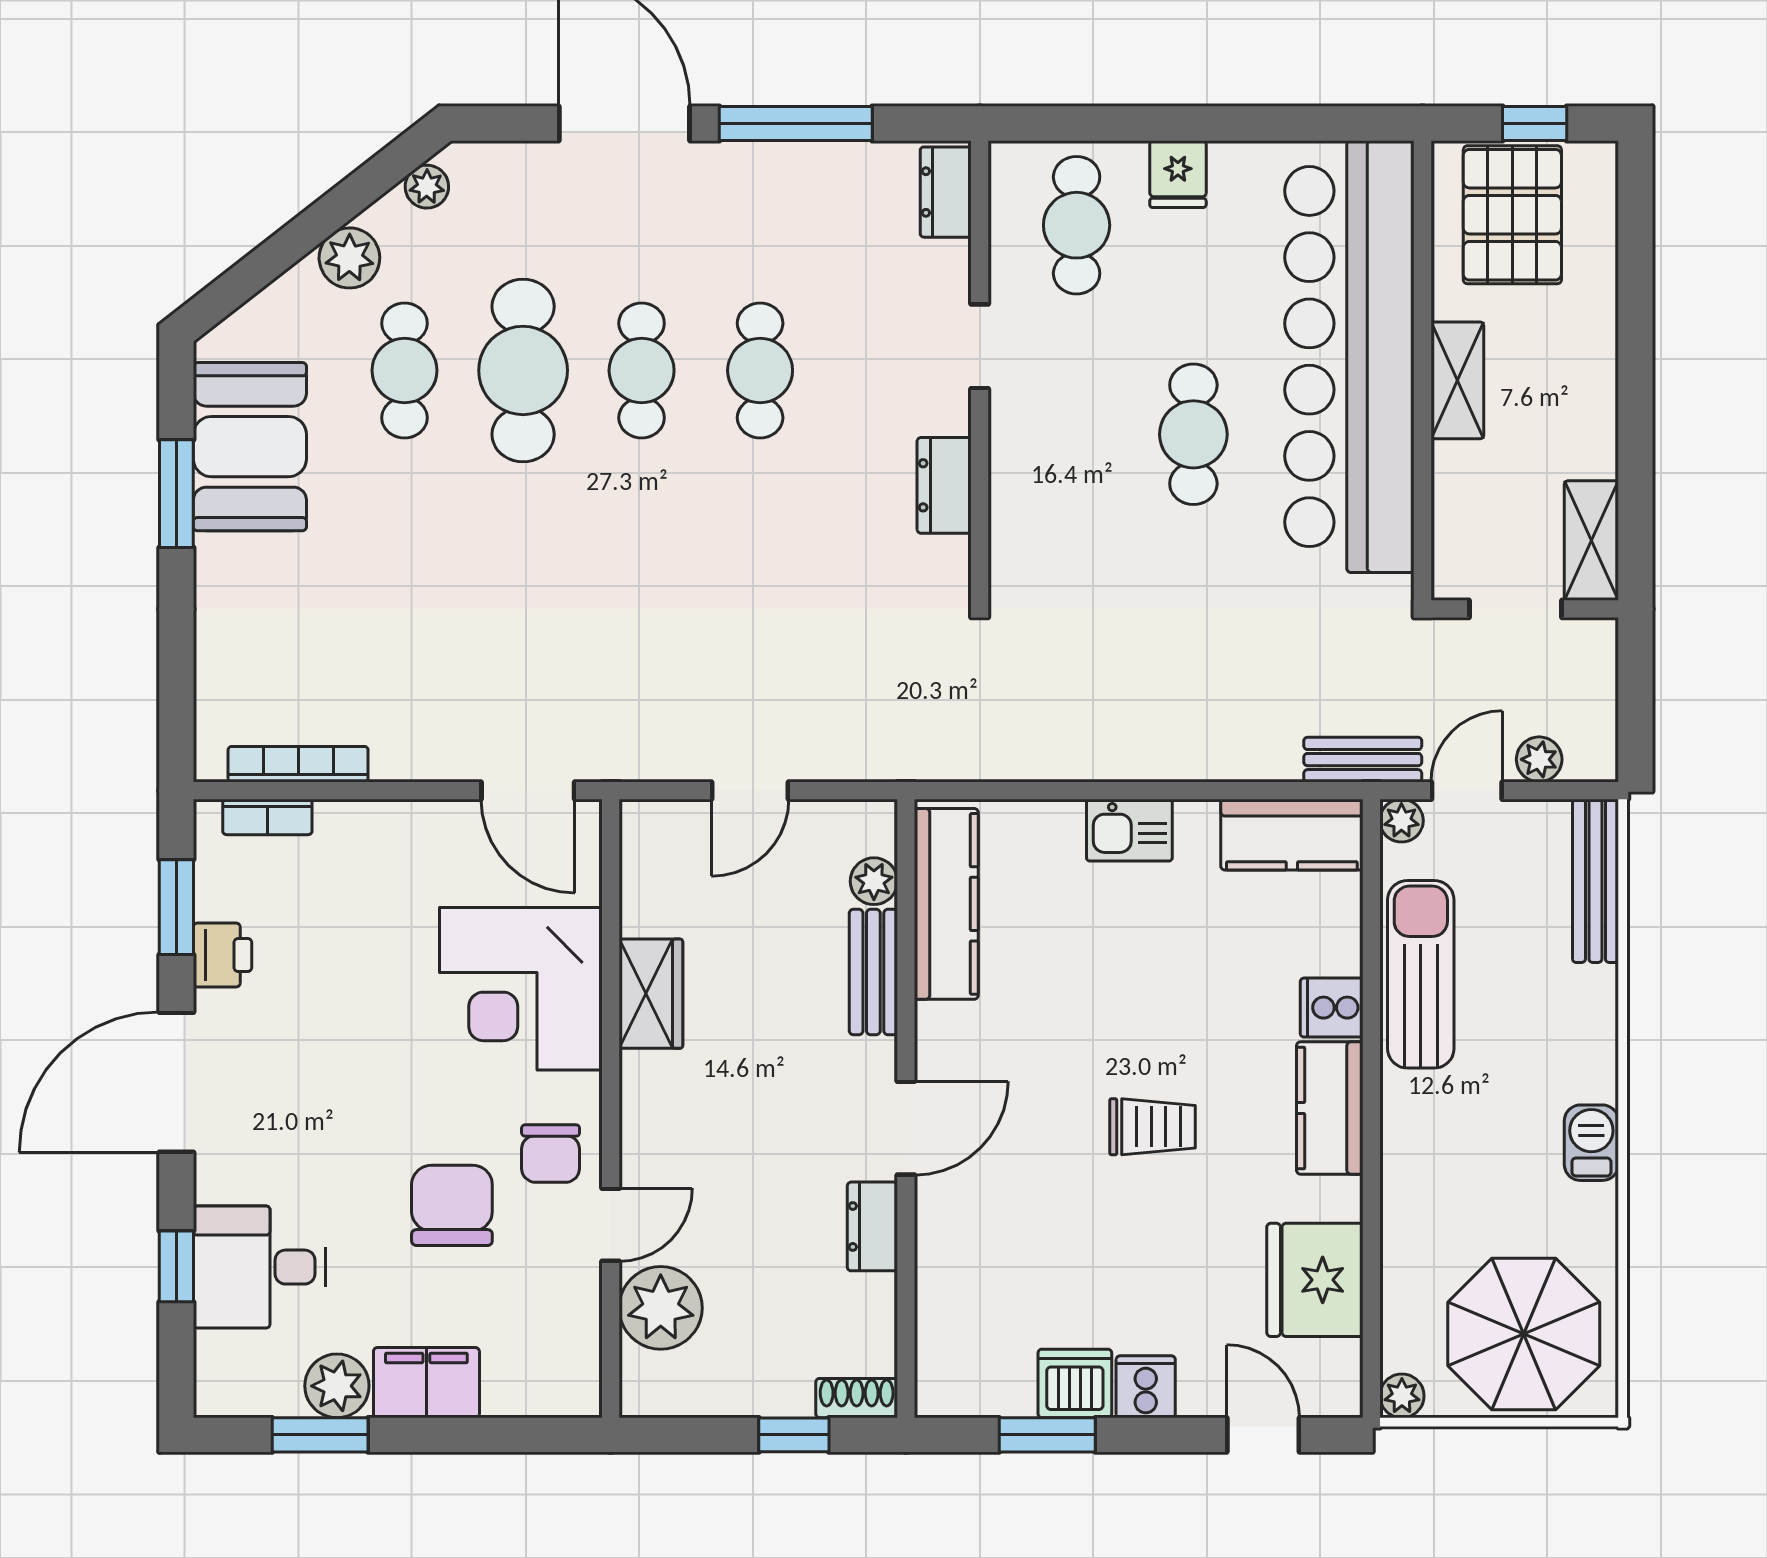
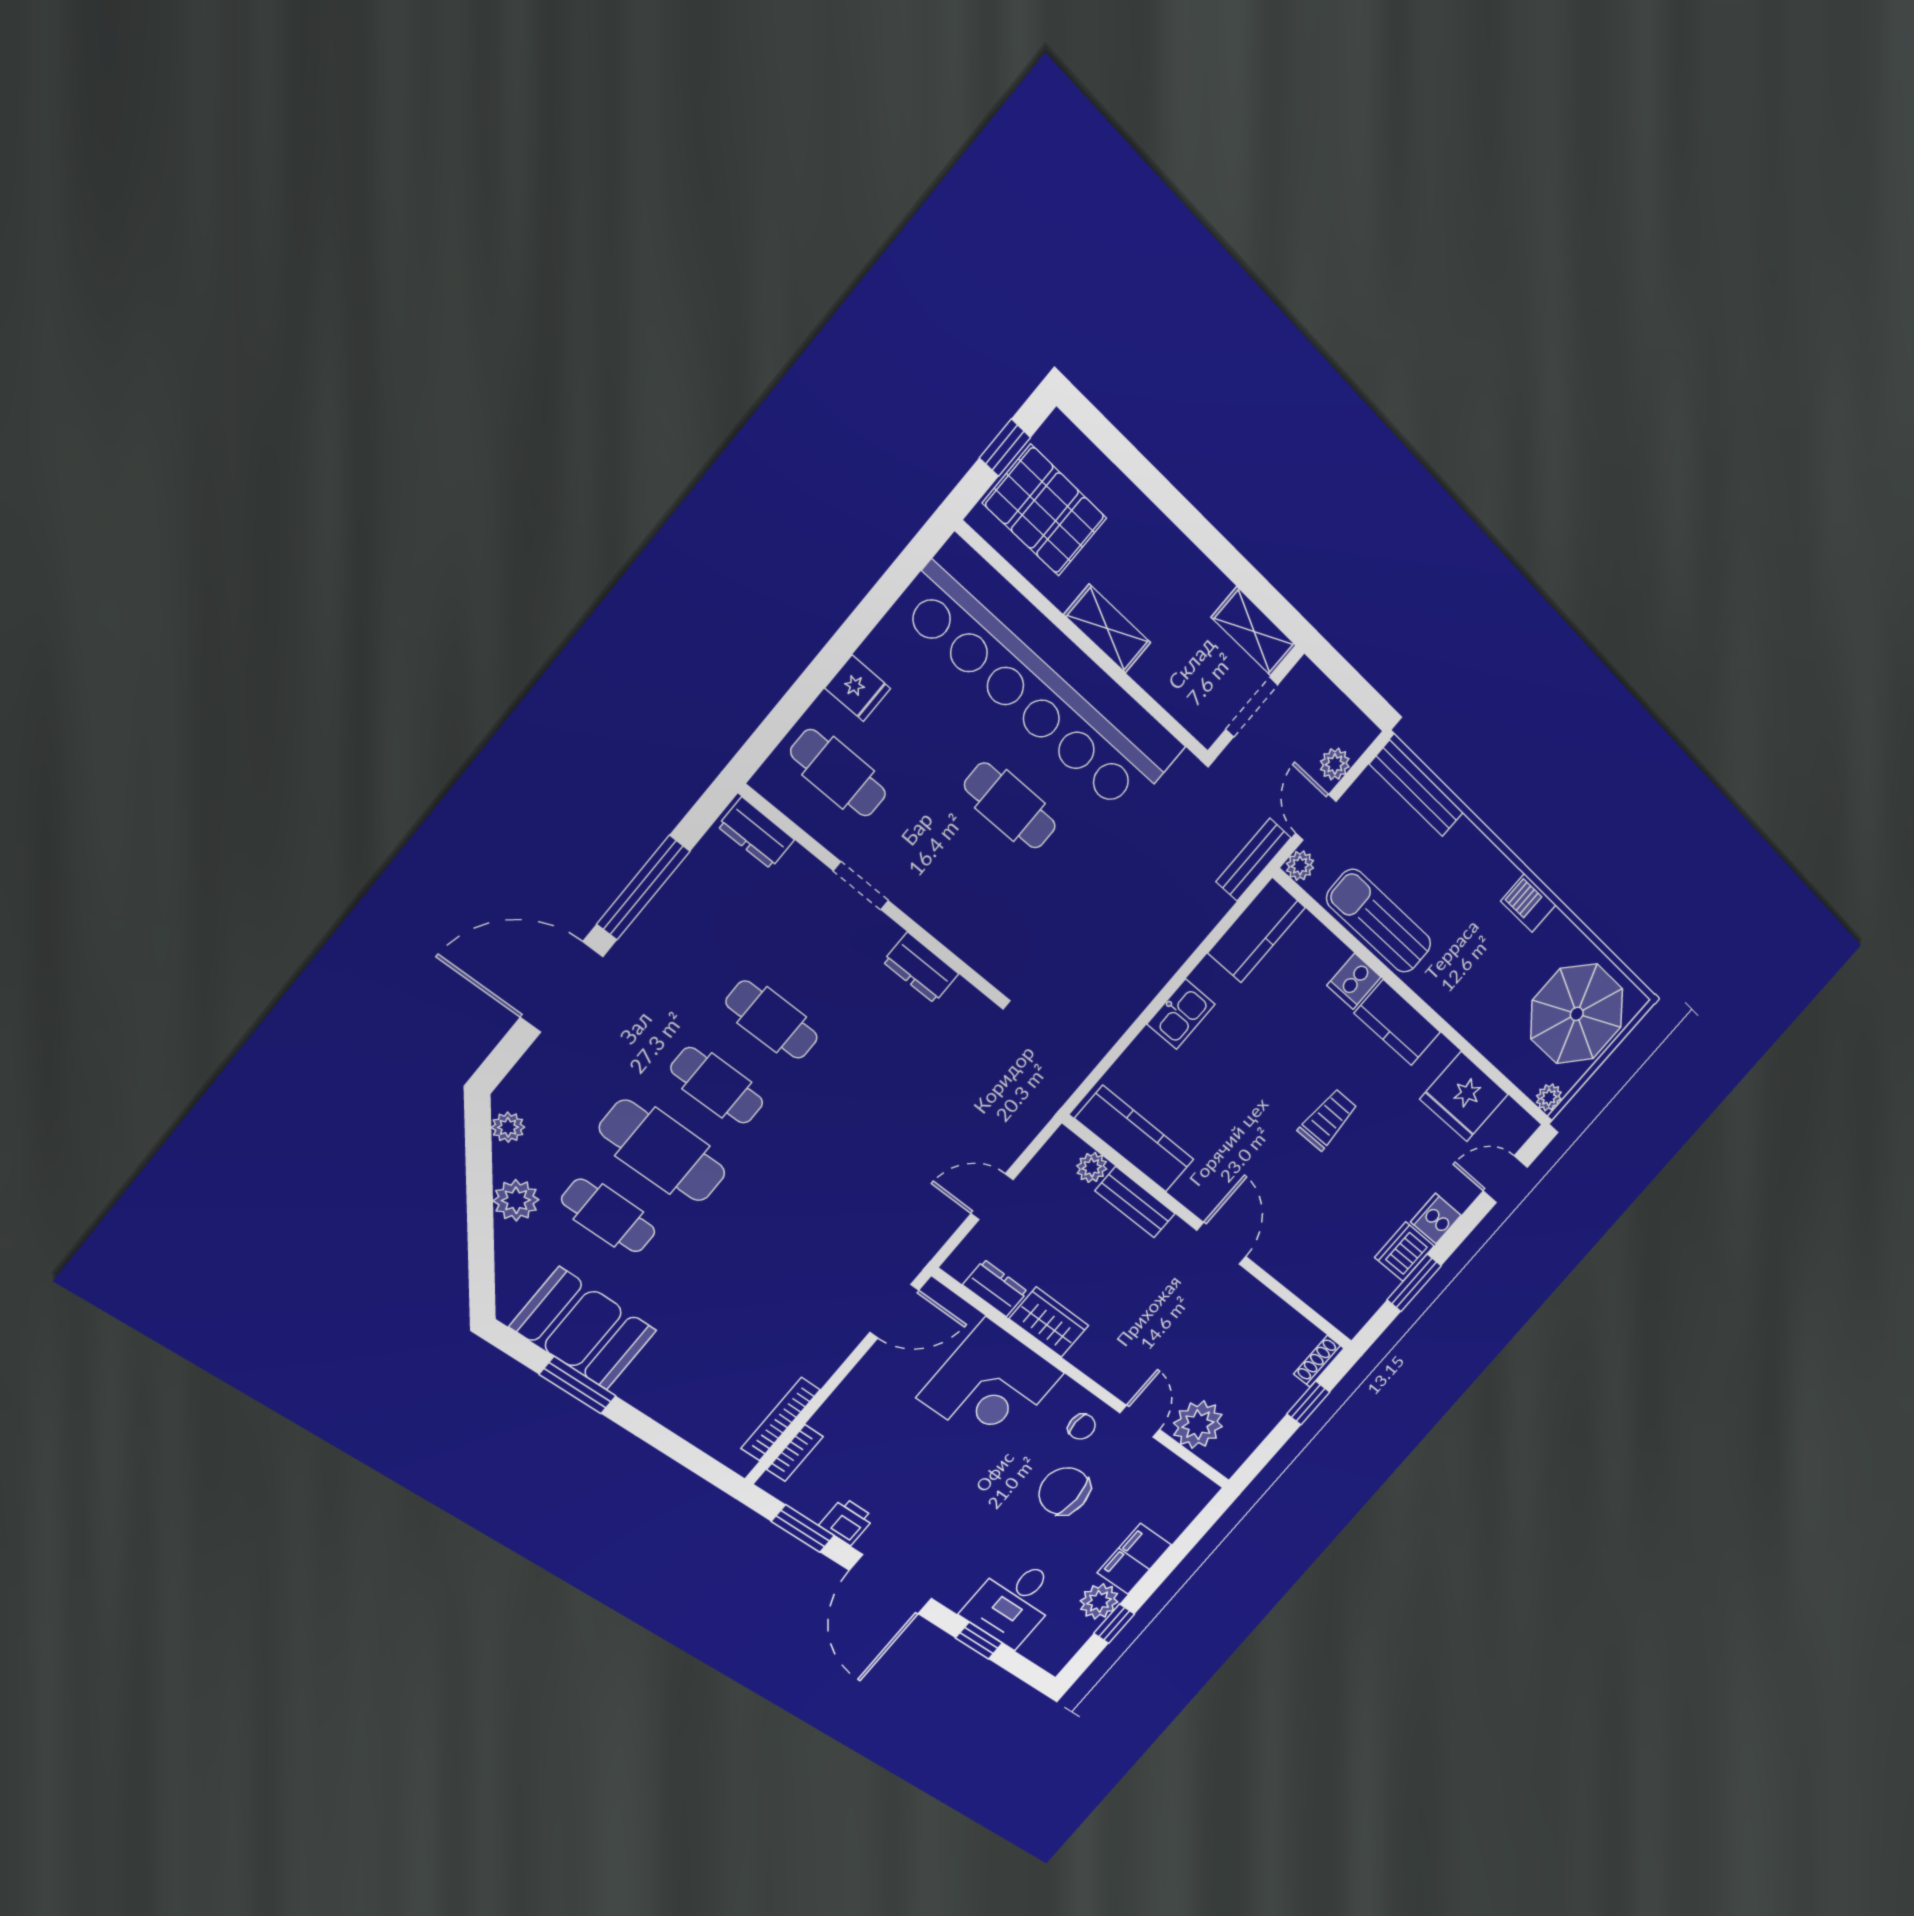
door: (750, 791) -> (992, 1197), swing flipped
chair: (551, 1154) -> (1082, 1427), width x0.73, depth x0.73
dresser: (872, 1226) -> (995, 1288), moved, turned 180
window: (320, 1435) -> (1114, 1624), width x0.67

